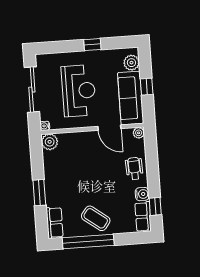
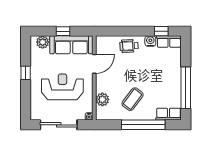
plant: (139, 133) -> (100, 40), removed
plant: (50, 142) -> (102, 99), moved
window: (39, 193) -> (143, 125), width x2.11
coffee table: (96, 218) -> (133, 99), moved

